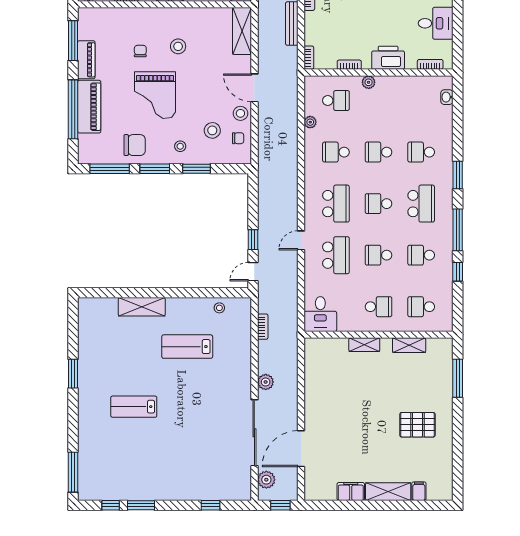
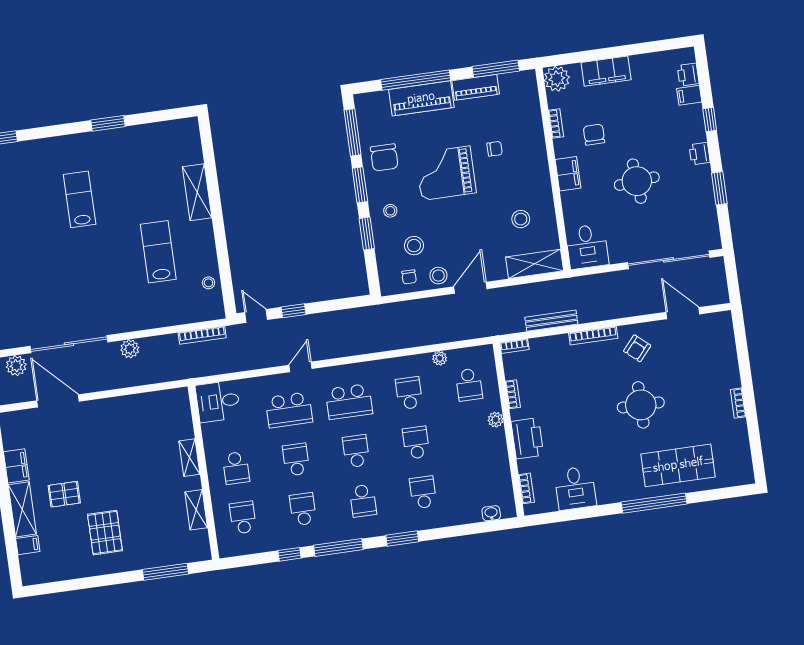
stool: (178, 46) -> (521, 219), moved
school desk: (421, 204) -> (363, 501), width x0.54
door: (301, 240) -> (300, 367), hinge flipped
bookcase: (263, 327) -> (202, 335), width x1.56
pallet: (380, 454) -> (64, 494), added

